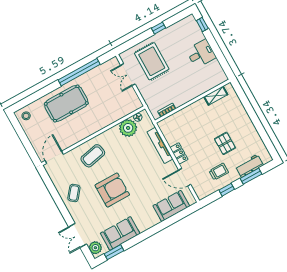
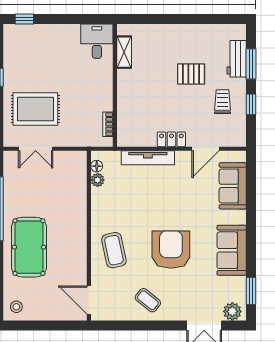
desk: (201, 54) -> (97, 41), moved
plant: (128, 128) -> (98, 180), width x0.53, depth x0.53
sofa: (120, 233) -> (232, 250), moved

